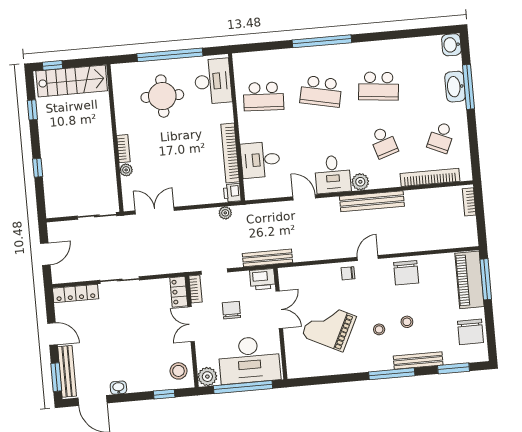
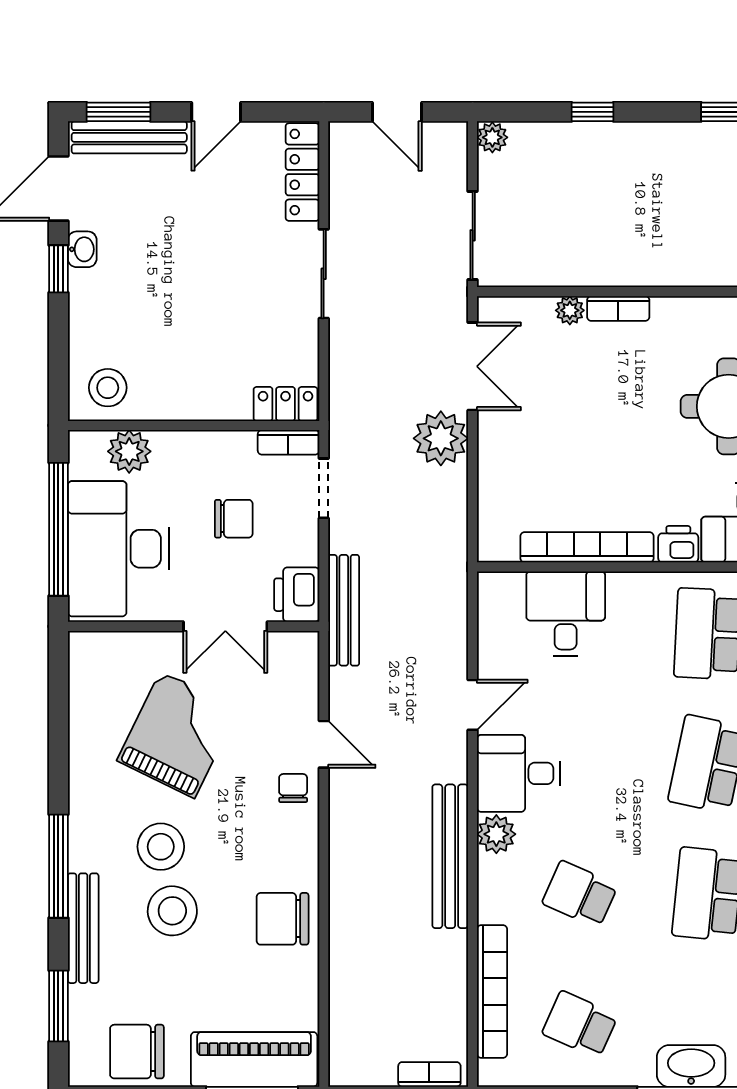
school desk: (384, 142) -> (580, 894), turned 42
printer: (232, 193) -> (678, 544), moved
plant: (53, 211) -> (492, 137), added
plant: (225, 213) -> (441, 438), moved, width x1.88, depth x1.88
door: (368, 258) -> (324, 744), moved
stool: (407, 322) -> (172, 911), width x1.89, depth x1.89
double door: (191, 324) -> (210, 425), removed
stool: (379, 329) -> (161, 847), width x1.89, depth x1.89
plant: (207, 377) -> (129, 451), moved
window: (164, 394) -> (58, 269), moved

